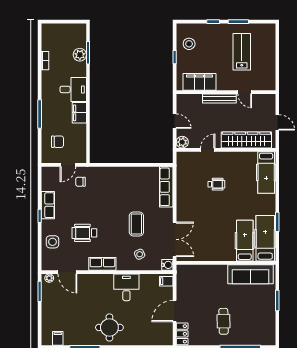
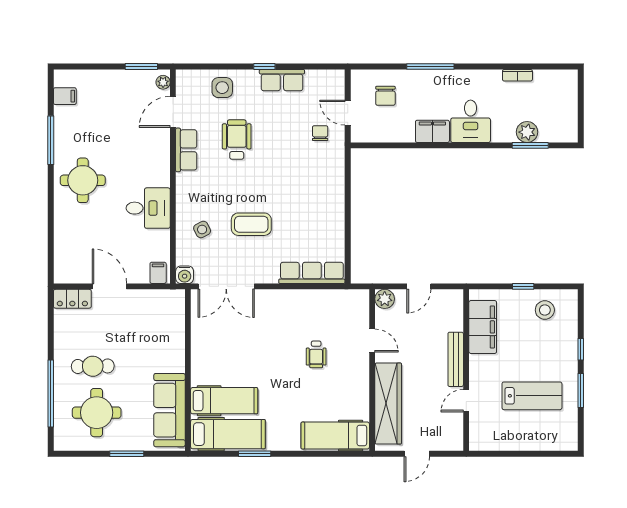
row of seats: (102, 264) -> (186, 150), moved
round table: (252, 319) -> (97, 413), added

